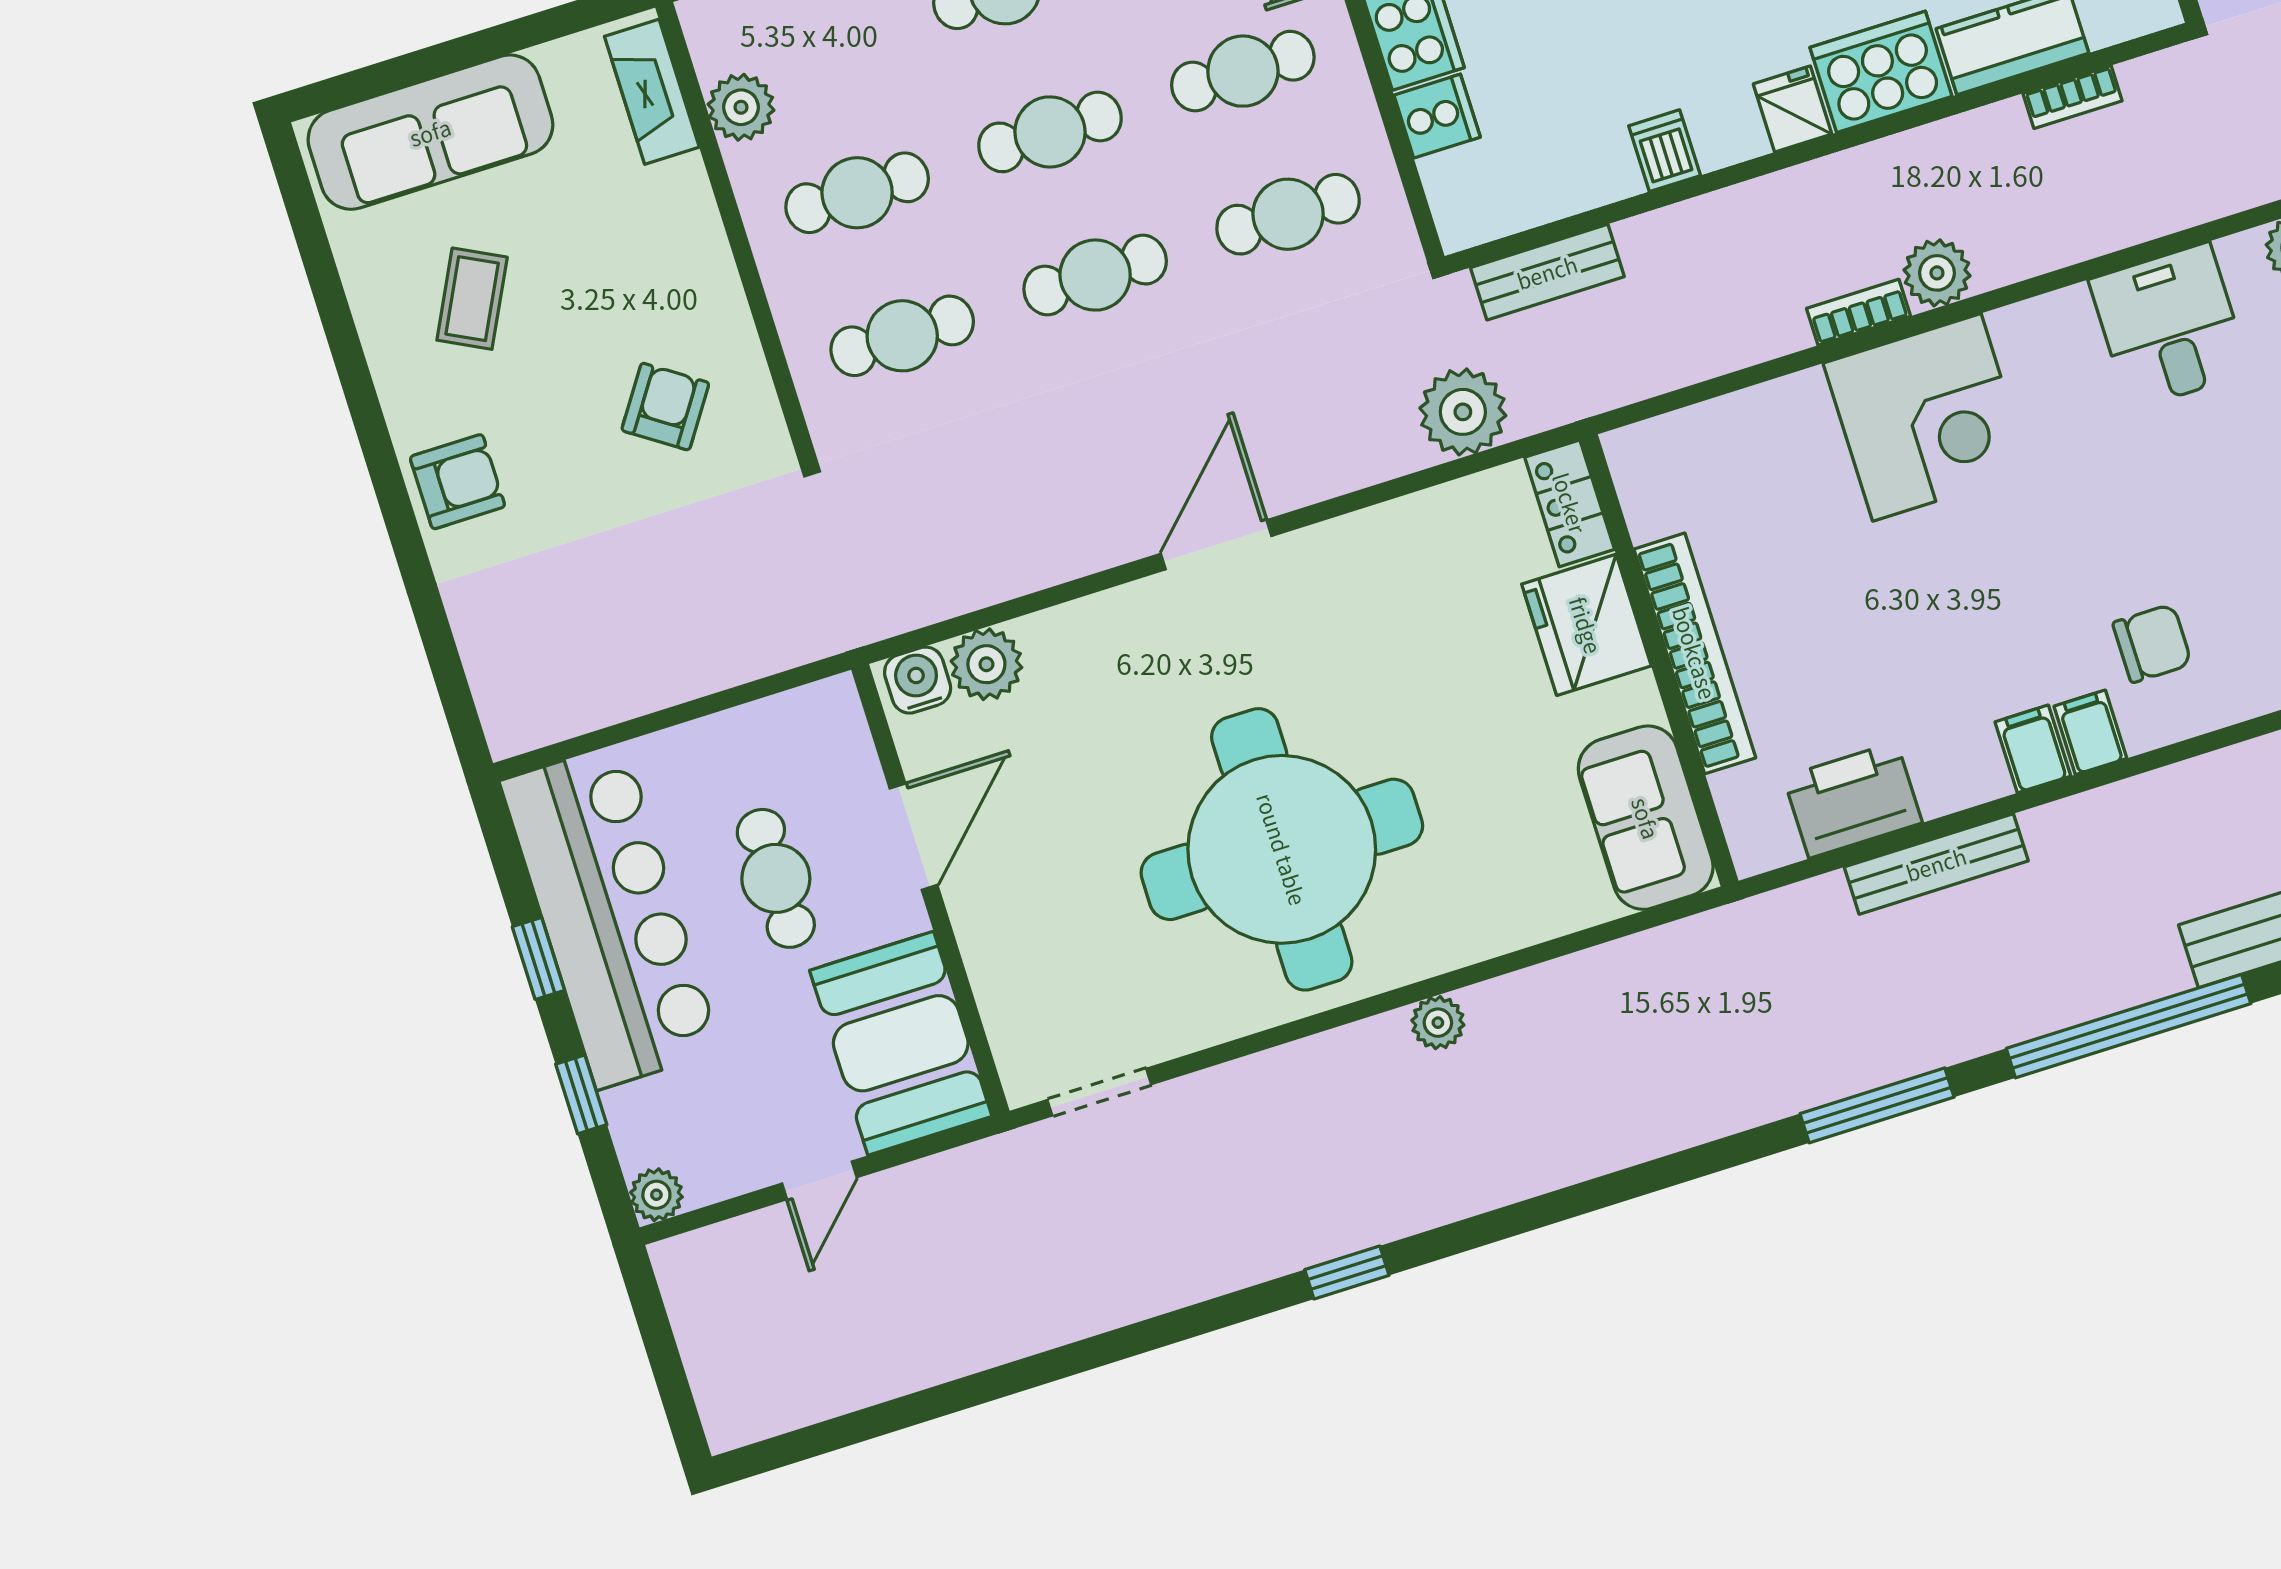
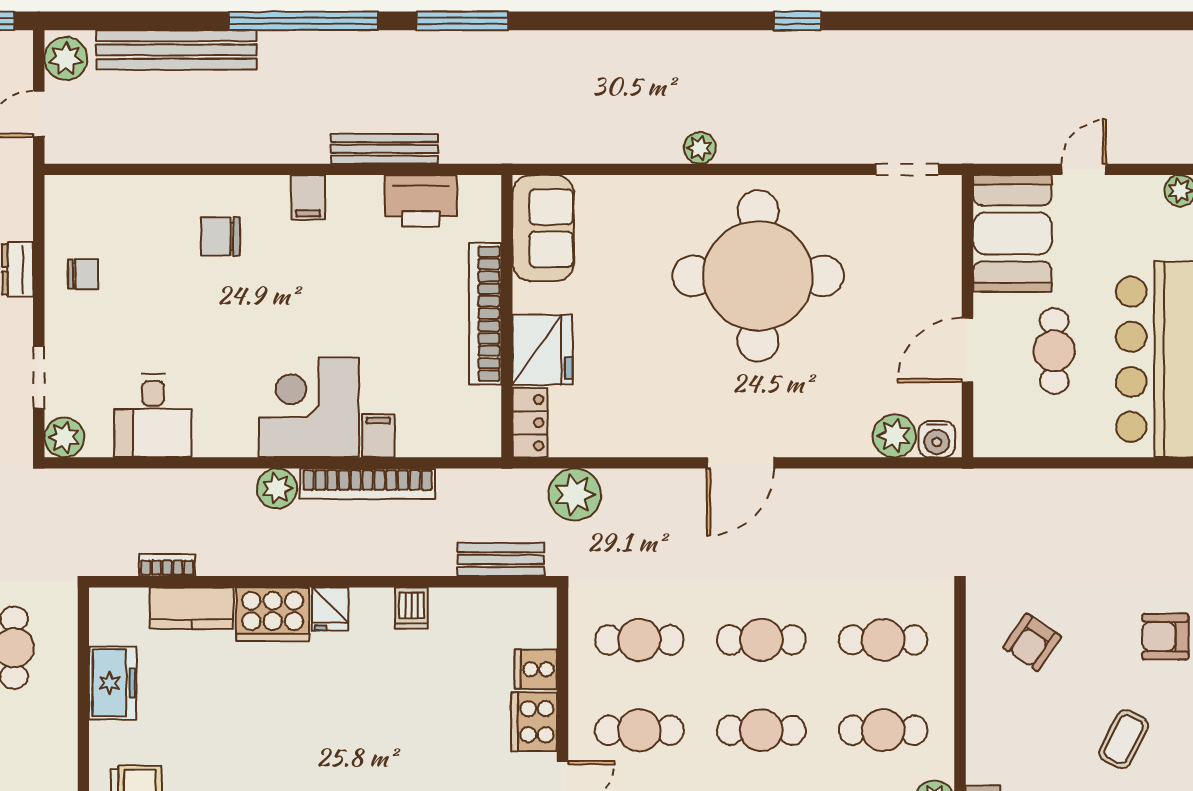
bookcase: (1858, 312) -> (368, 484), width x2.31, depth x1.31
filing cabinet: (2090, 732) -> (378, 436), moved, turned 180

